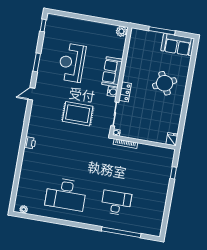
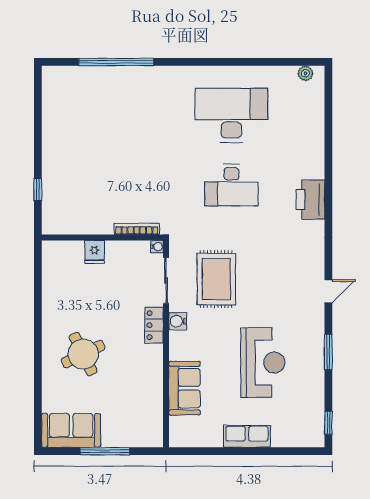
row of seats: (87, 26) -> (247, 436), added
plant: (121, 31) -> (180, 437), removed
sofa: (112, 72) -> (184, 388), moved
rug: (78, 114) -> (216, 279), moved, turned 90
fridge: (172, 139) -> (95, 252), moved
printer: (30, 143) -> (310, 200), width x1.87, depth x1.48
desk: (116, 203) -> (231, 185), moved

